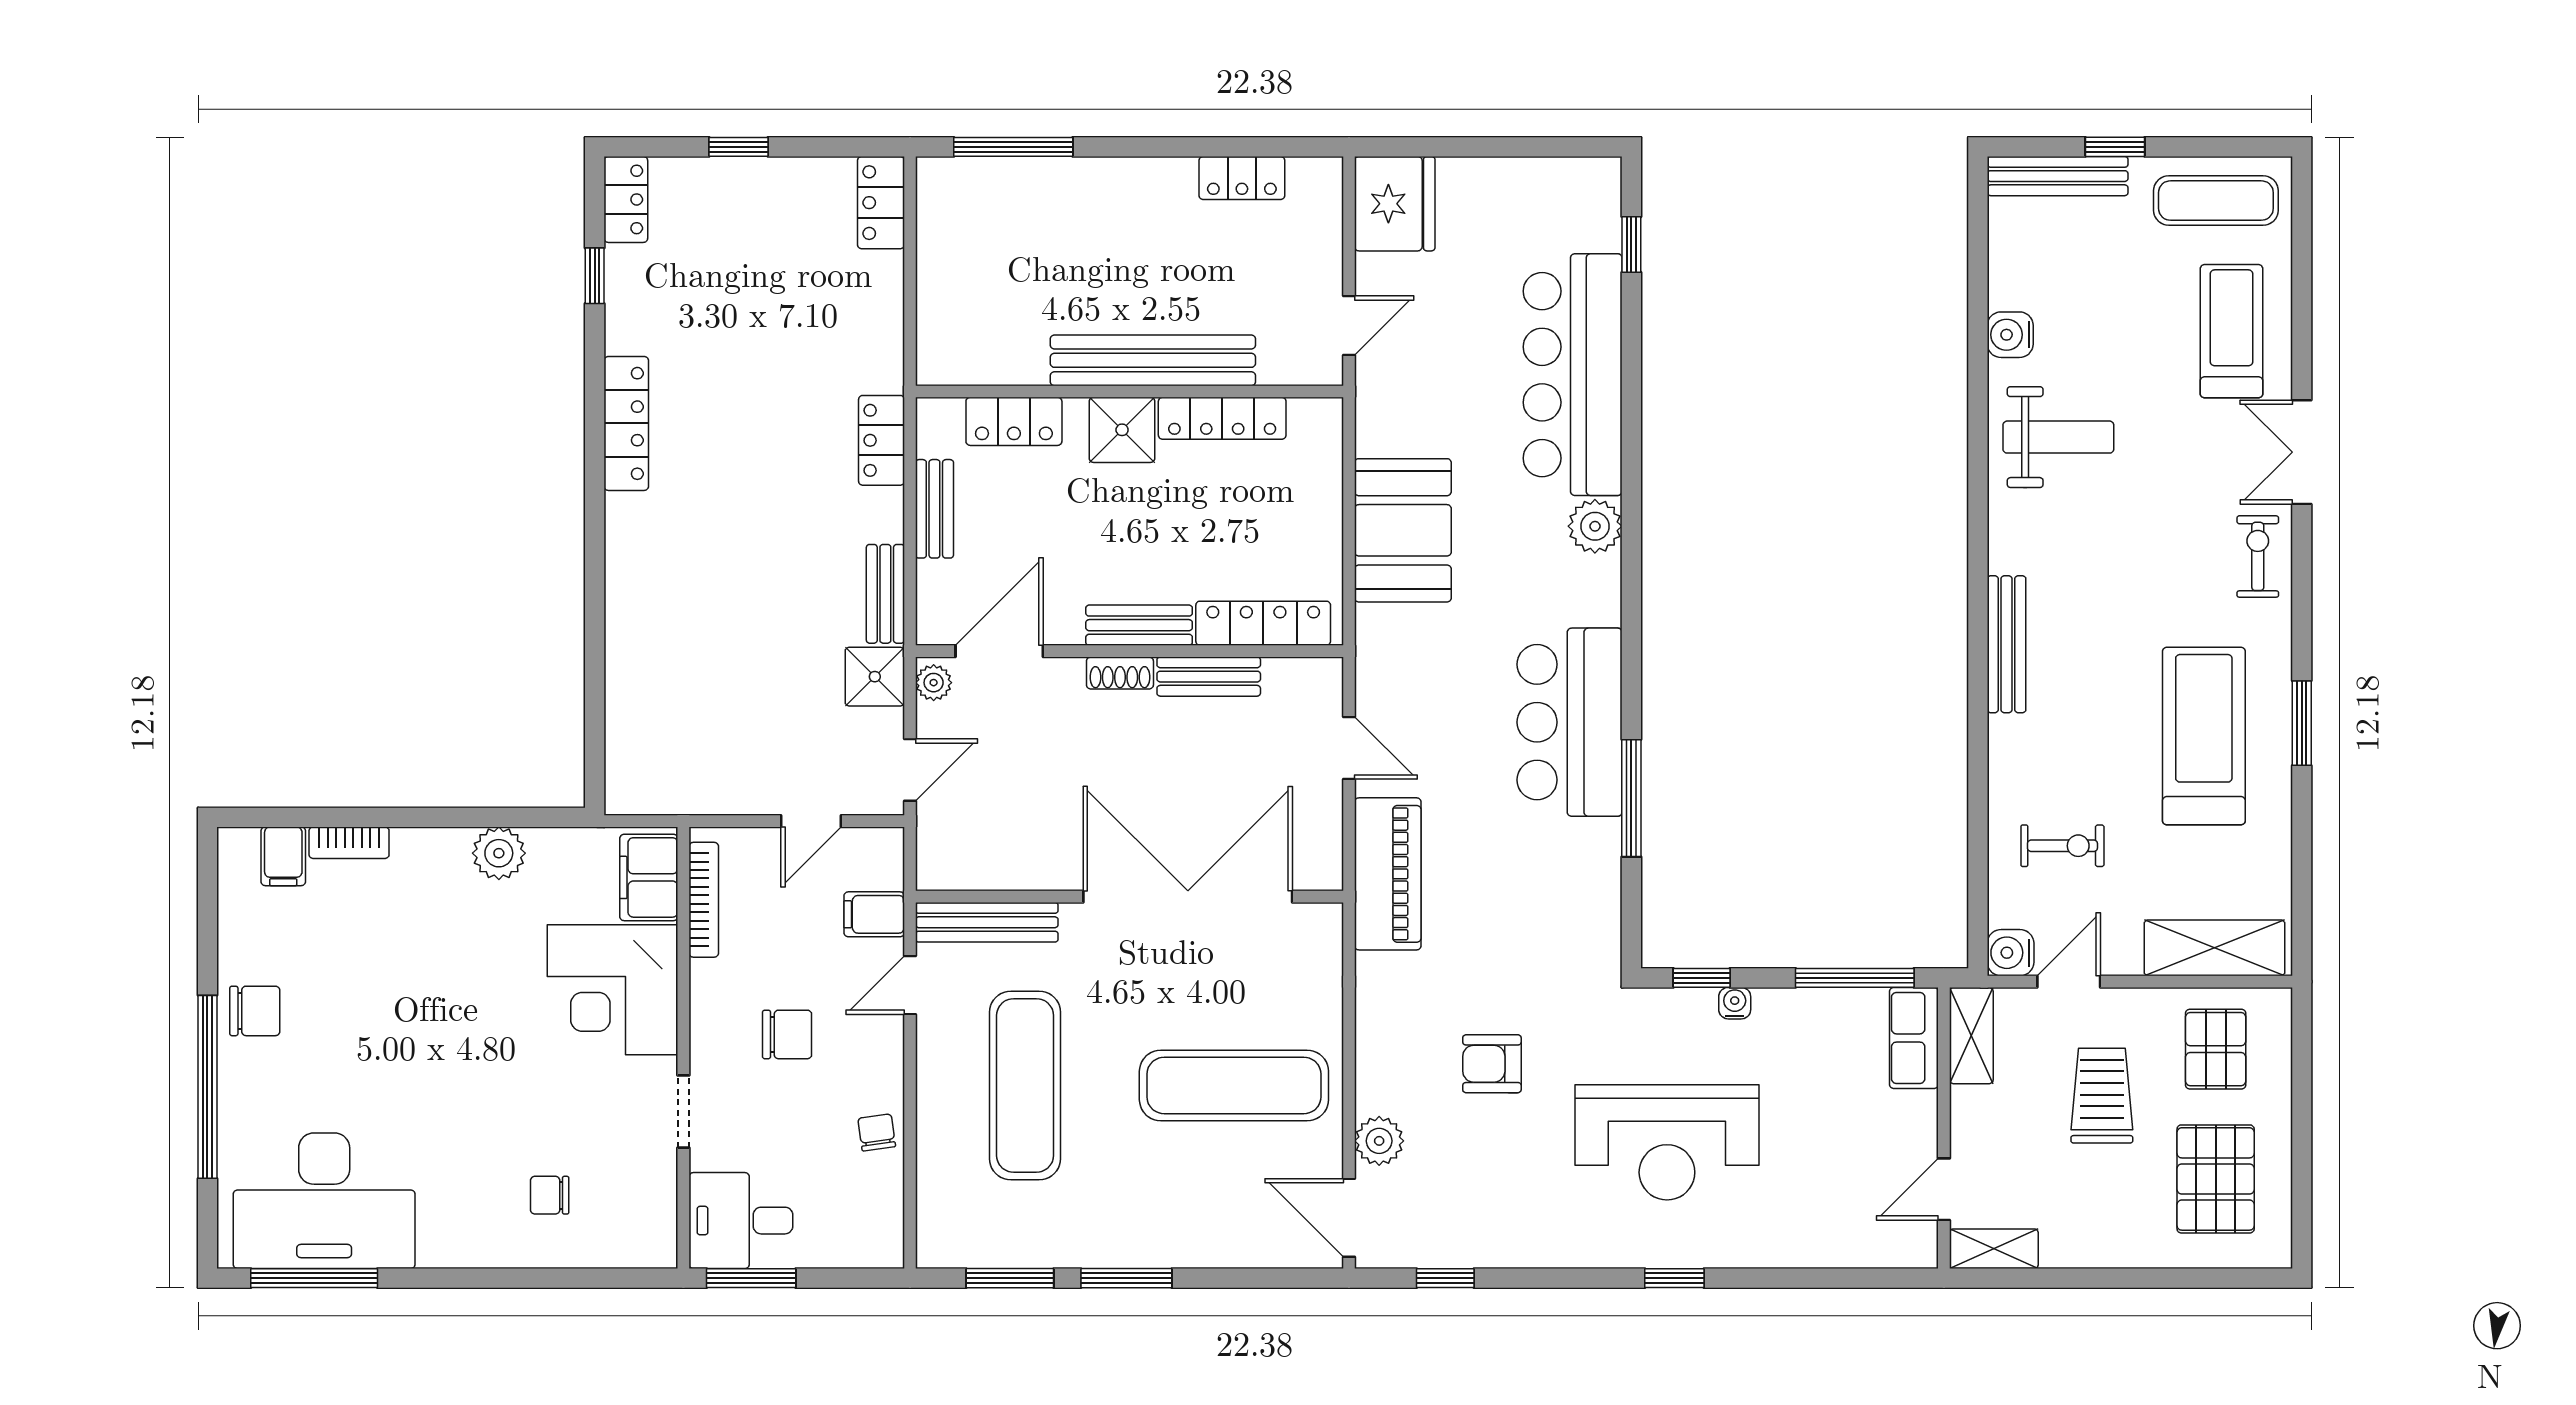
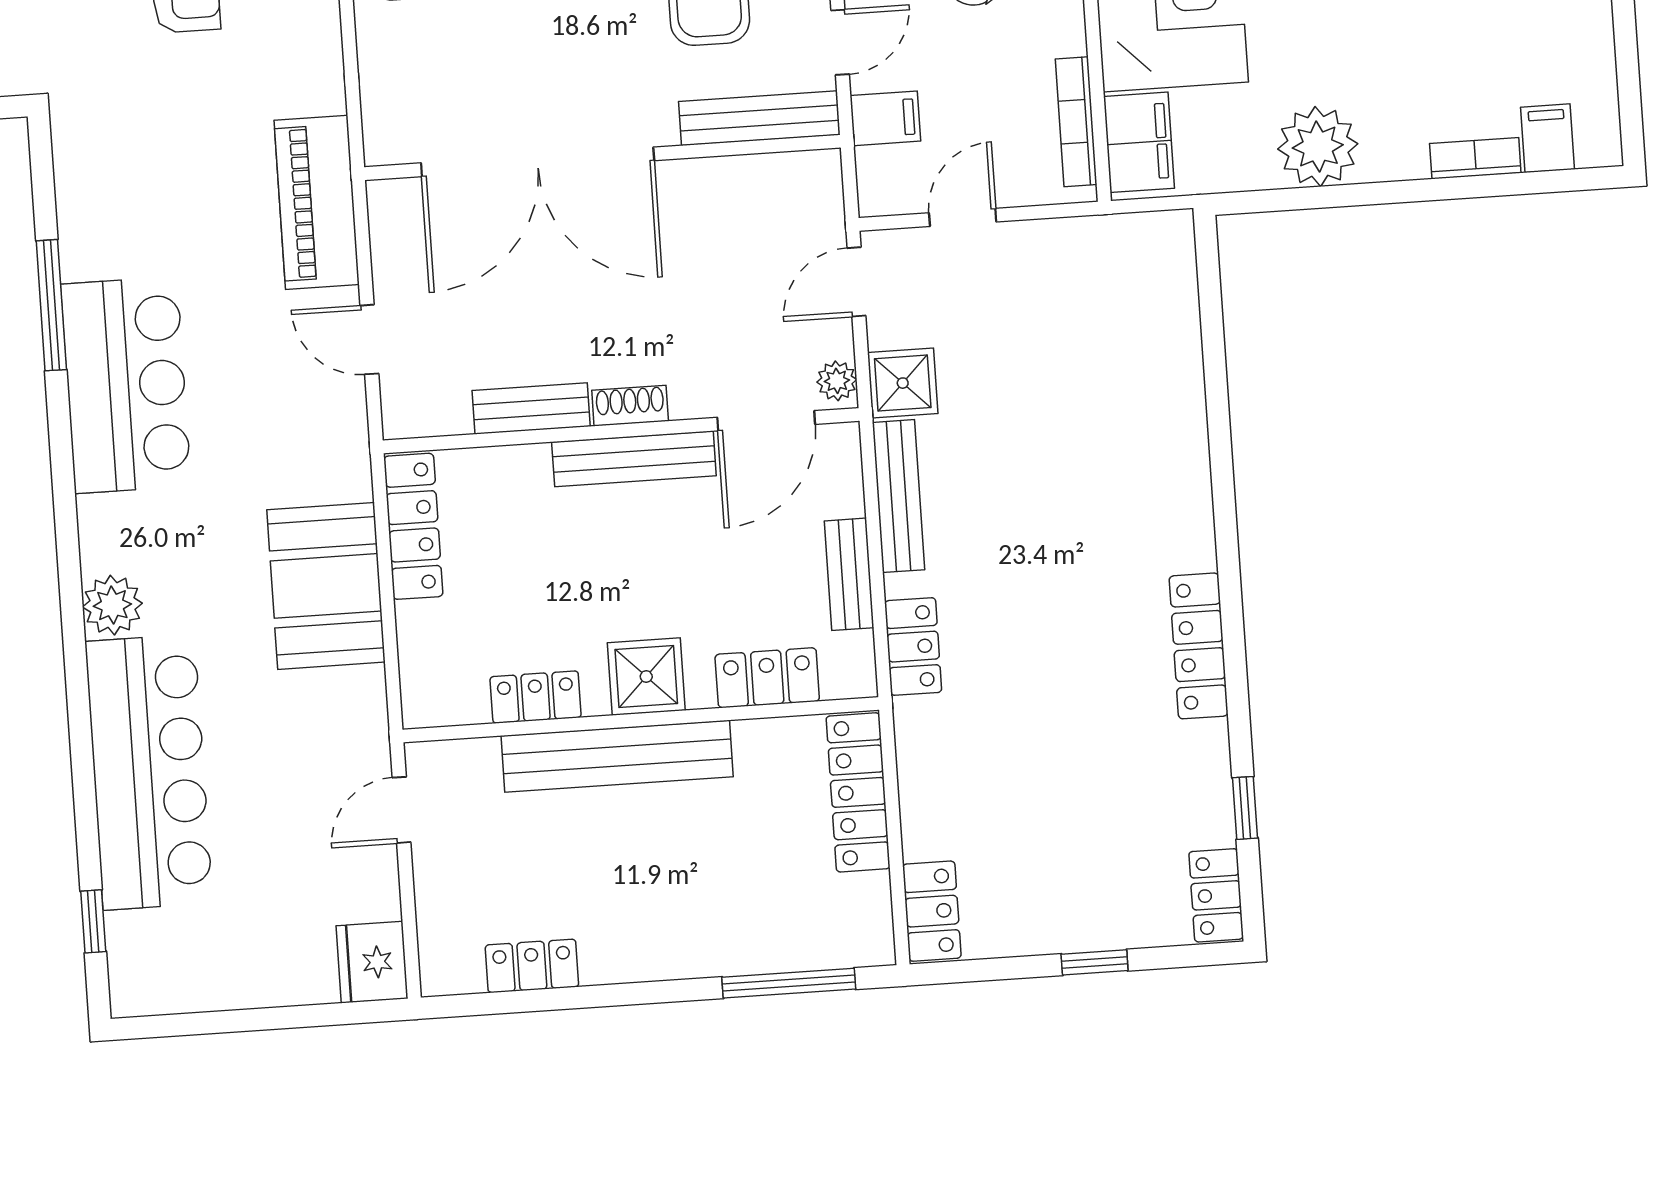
fridge: (1395, 204) -> (372, 962), width x0.73, depth x0.75
locker: (940, 313) -> (858, 792), added
locker: (1222, 418) -> (536, 697), width x0.66
bench: (885, 594) -> (899, 496), width x1.36
locker: (1263, 623) -> (413, 526), moved, turned -90
bench: (1139, 625) -> (634, 459), width x1.36
plant: (499, 853) -> (1318, 146), width x1.36, depth x1.36

